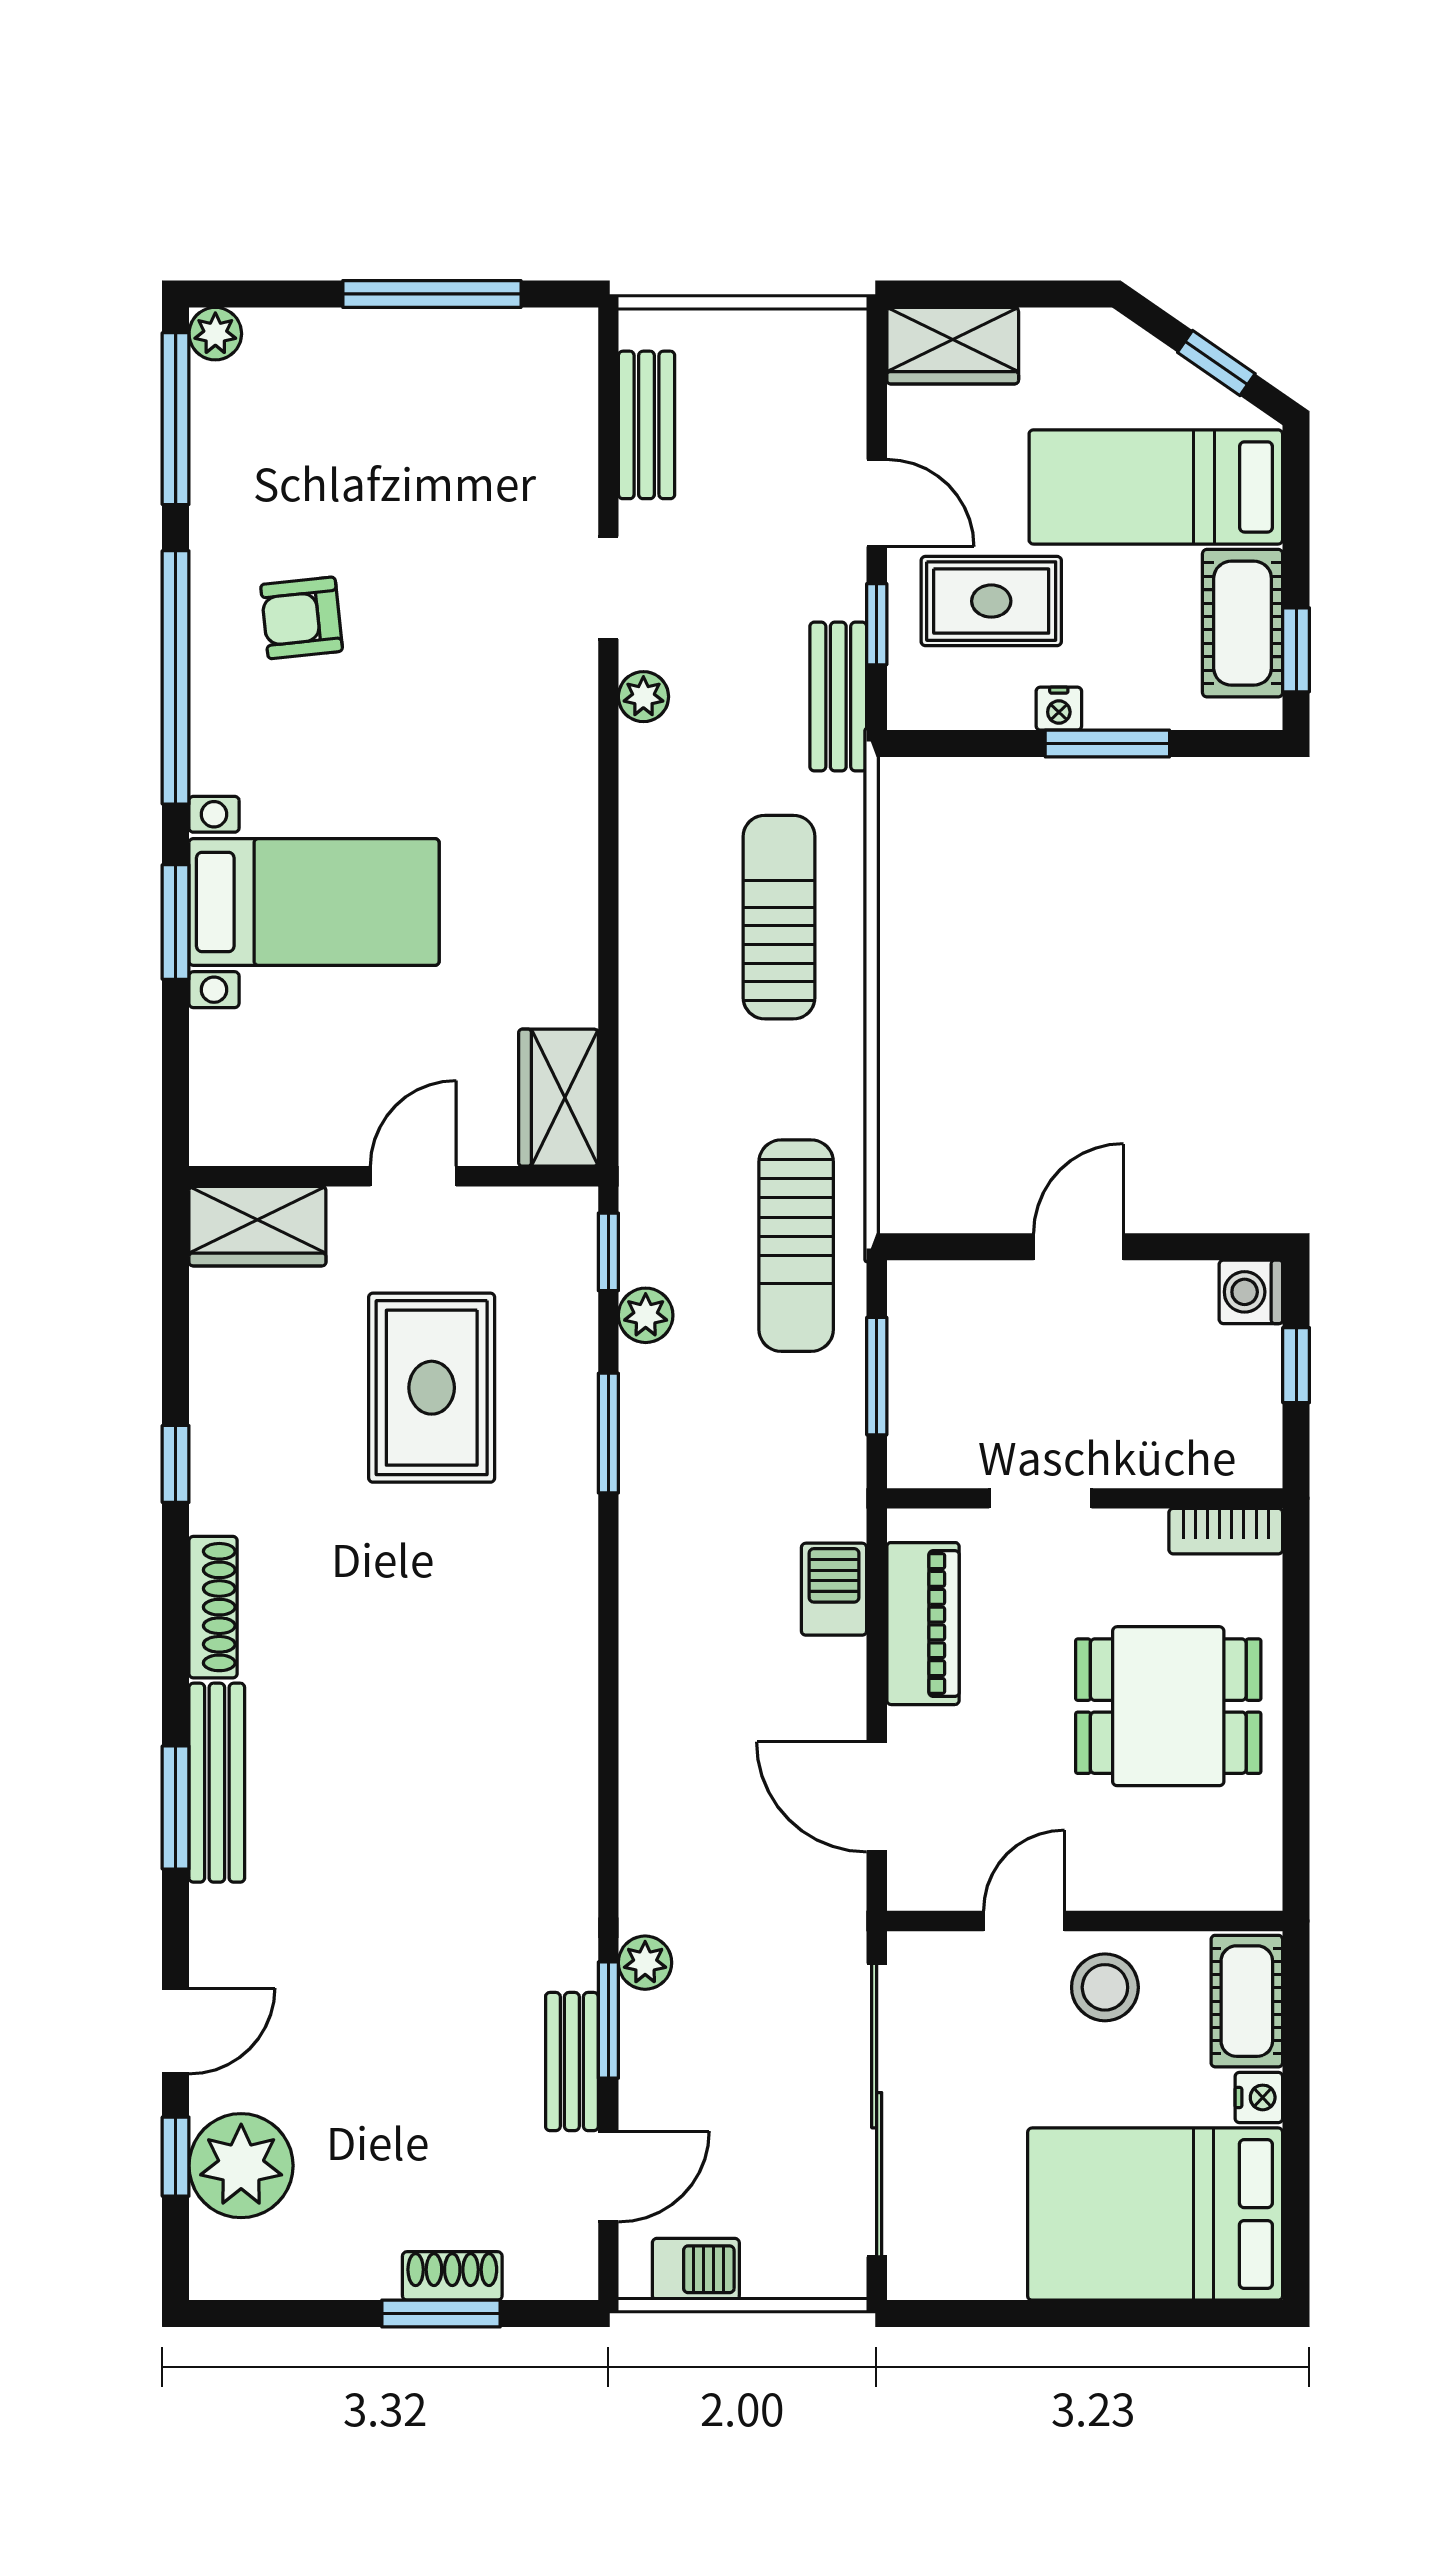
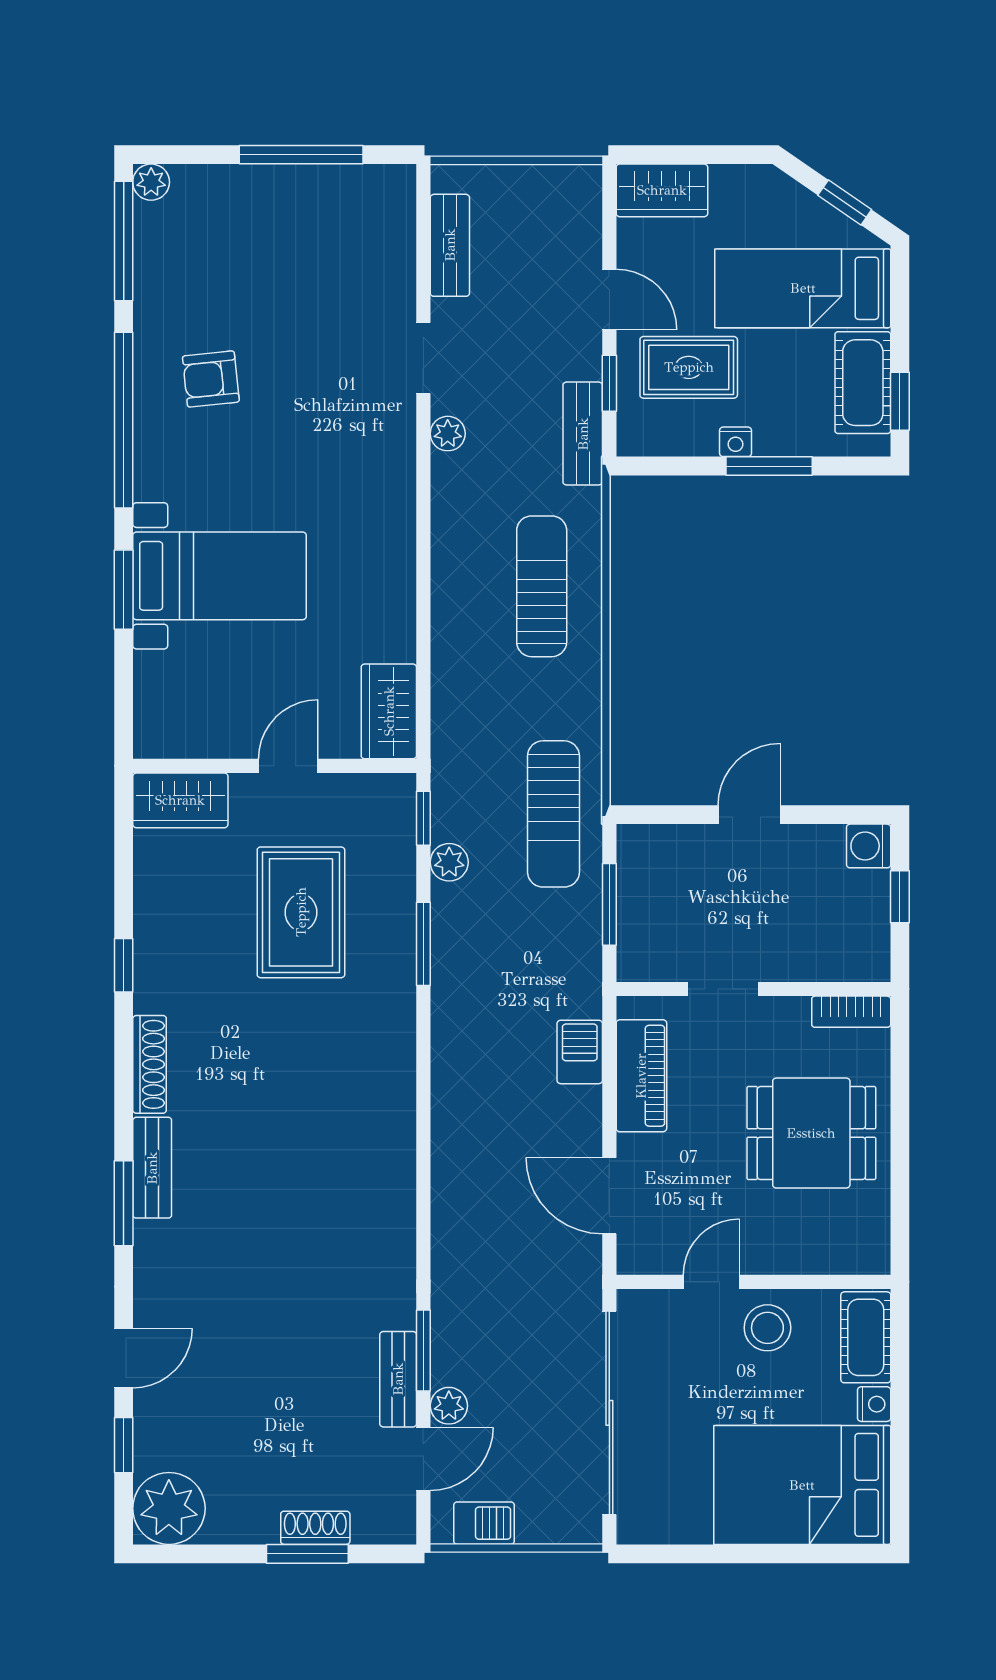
bench: (217, 1783) -> (152, 1168), width x0.73
plant: (645, 1963) -> (449, 1406), moved
plant: (241, 2166) -> (169, 1508), moved

